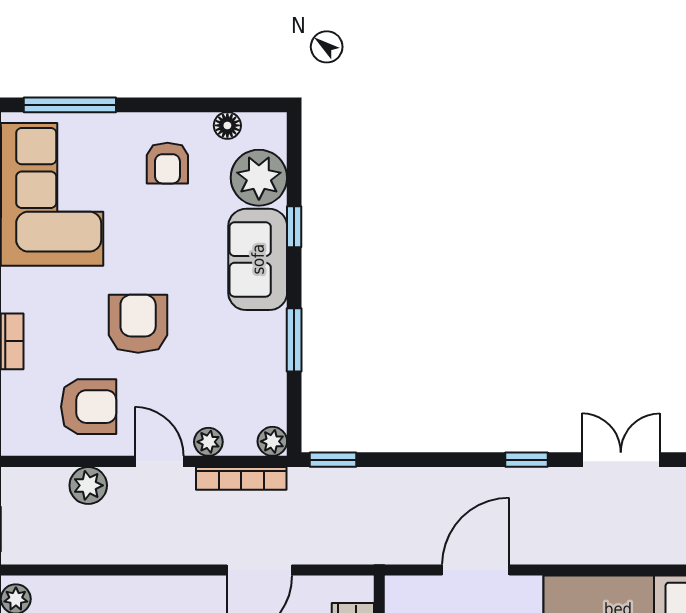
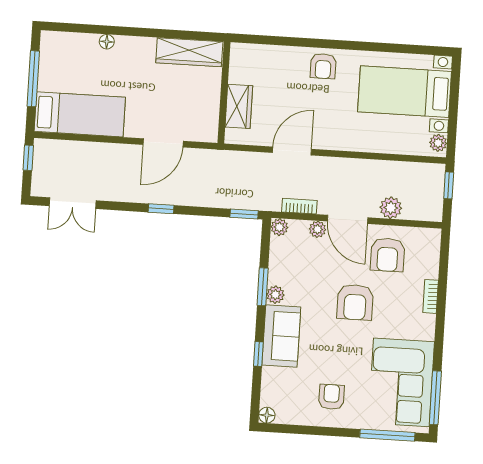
floor lamp: (227, 125) -> (267, 415), moved
plant: (259, 178) -> (275, 295), moved, width x0.53, depth x0.53
armchair: (89, 407) -> (388, 255), turned -90
window: (527, 460) -> (161, 209), moved
door: (159, 461) -> (348, 219), width x1.38
bookcase: (241, 478) -> (299, 206), width x0.64

